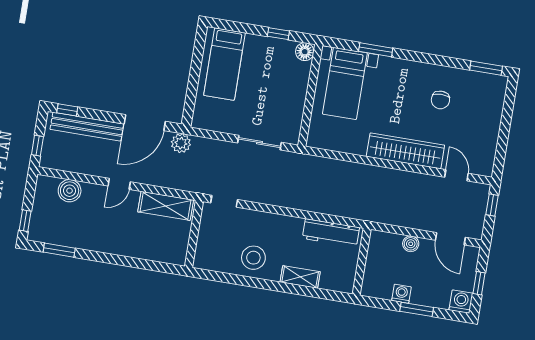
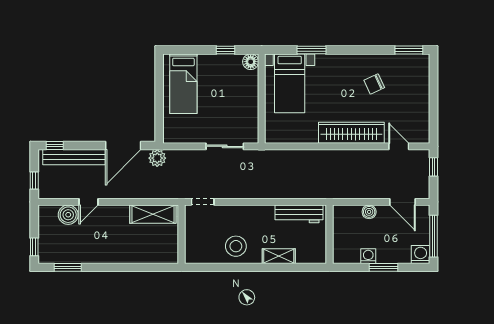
chair: (440, 100) -> (374, 84), turned 65
door: (119, 184) -> (89, 202), moved
window: (479, 283) -> (434, 236), width x2.17

